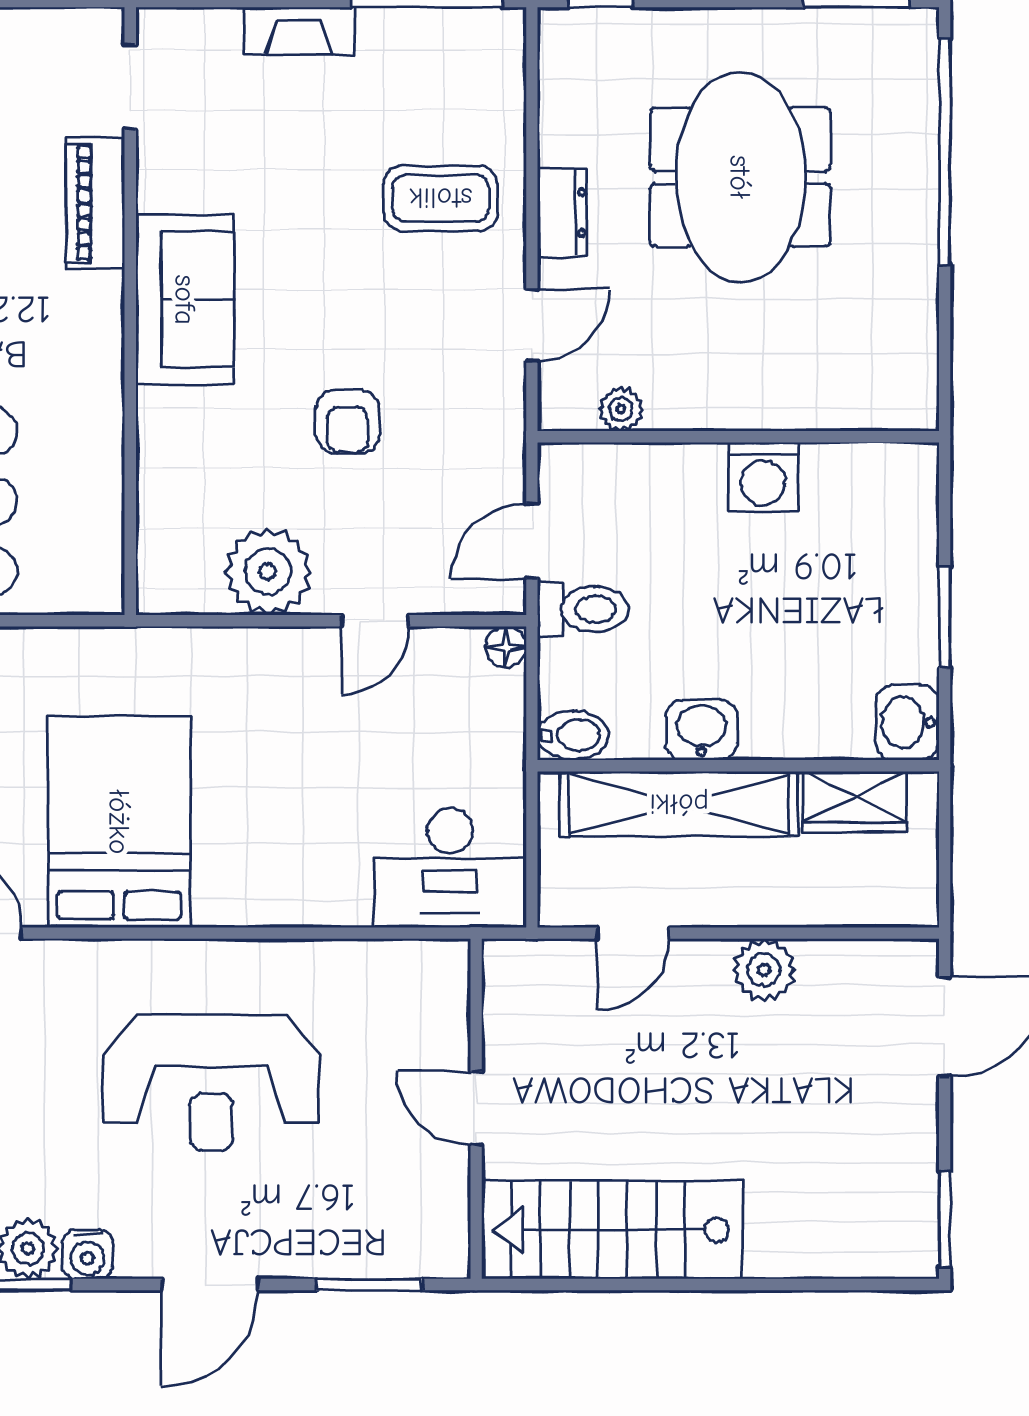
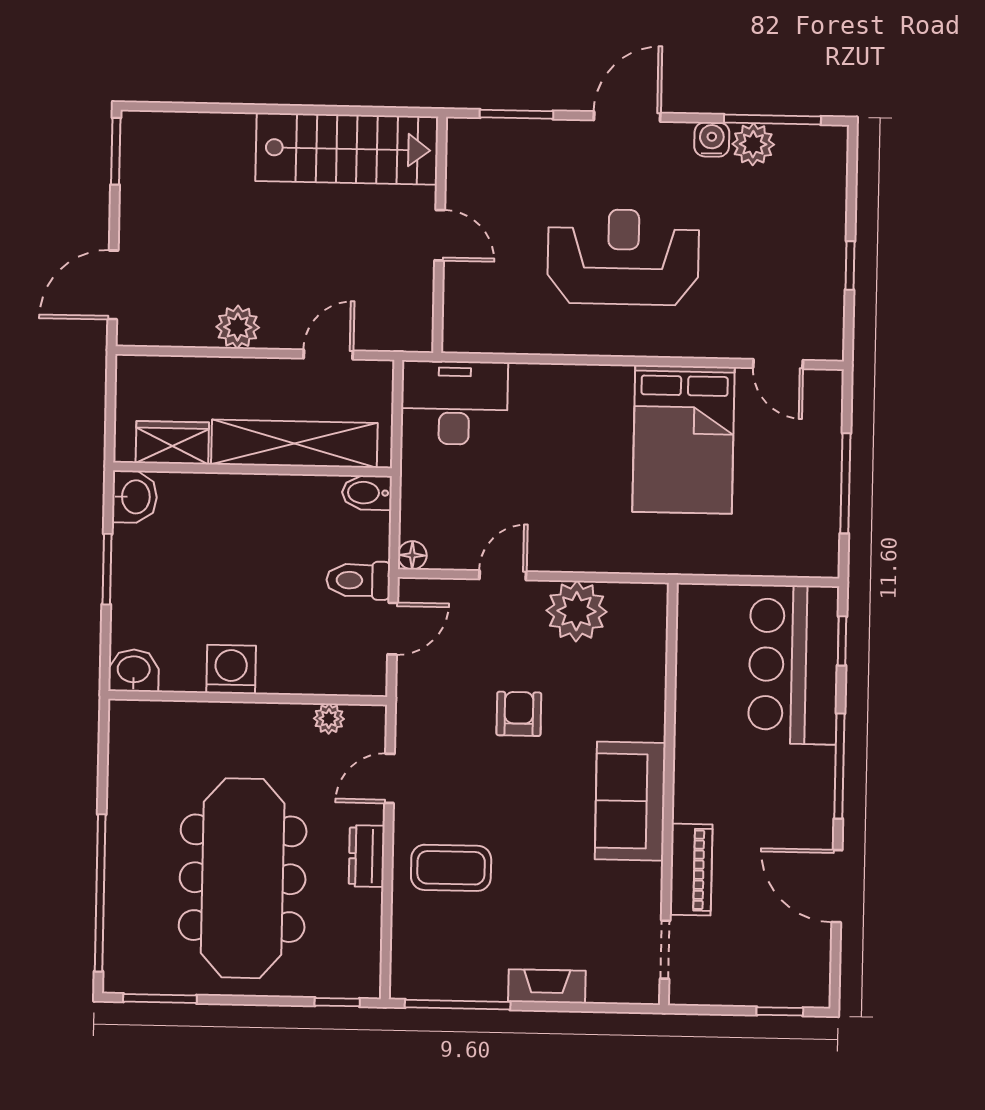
meeting table: (740, 177) -> (243, 878), width x1.36
washbasin: (701, 730) -> (134, 671), moved, turned 180

